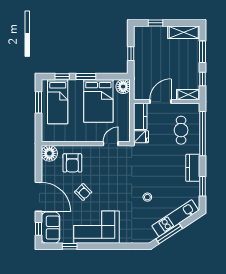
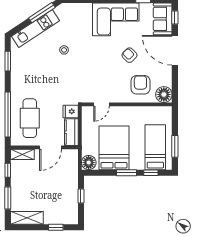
cafe table: (181, 130) -> (30, 118), width x1.37, depth x1.35
kitchen counter: (193, 168) -> (18, 80), removed

